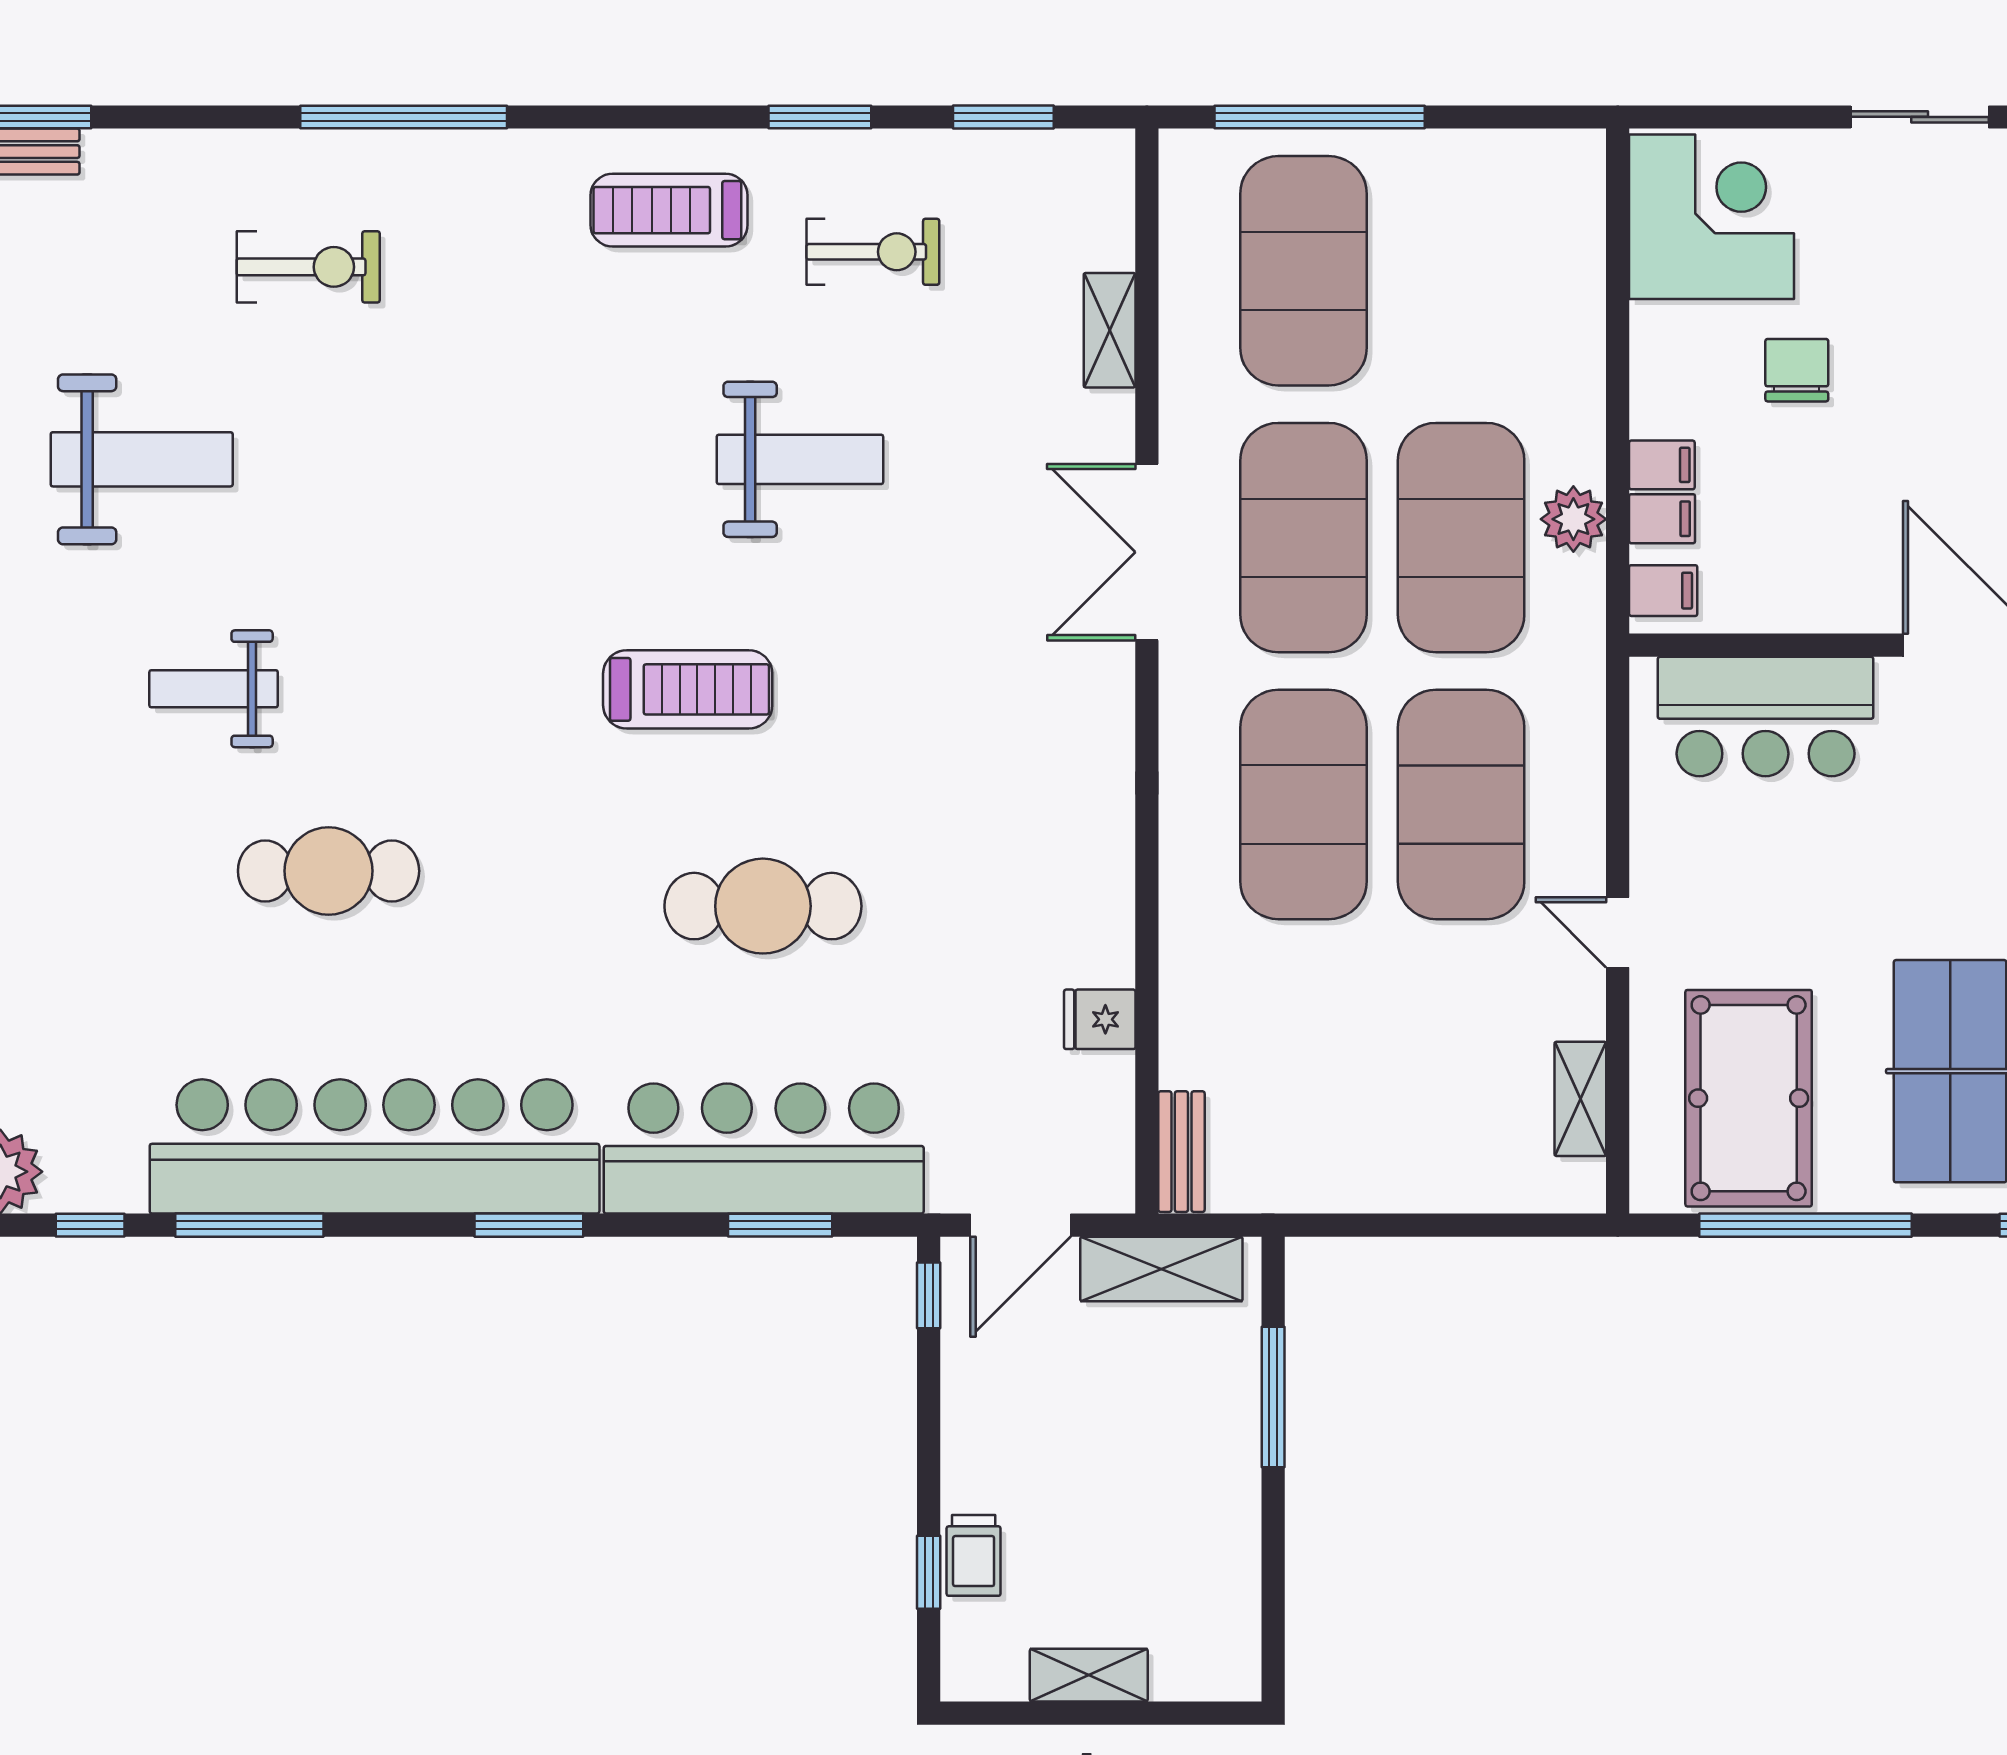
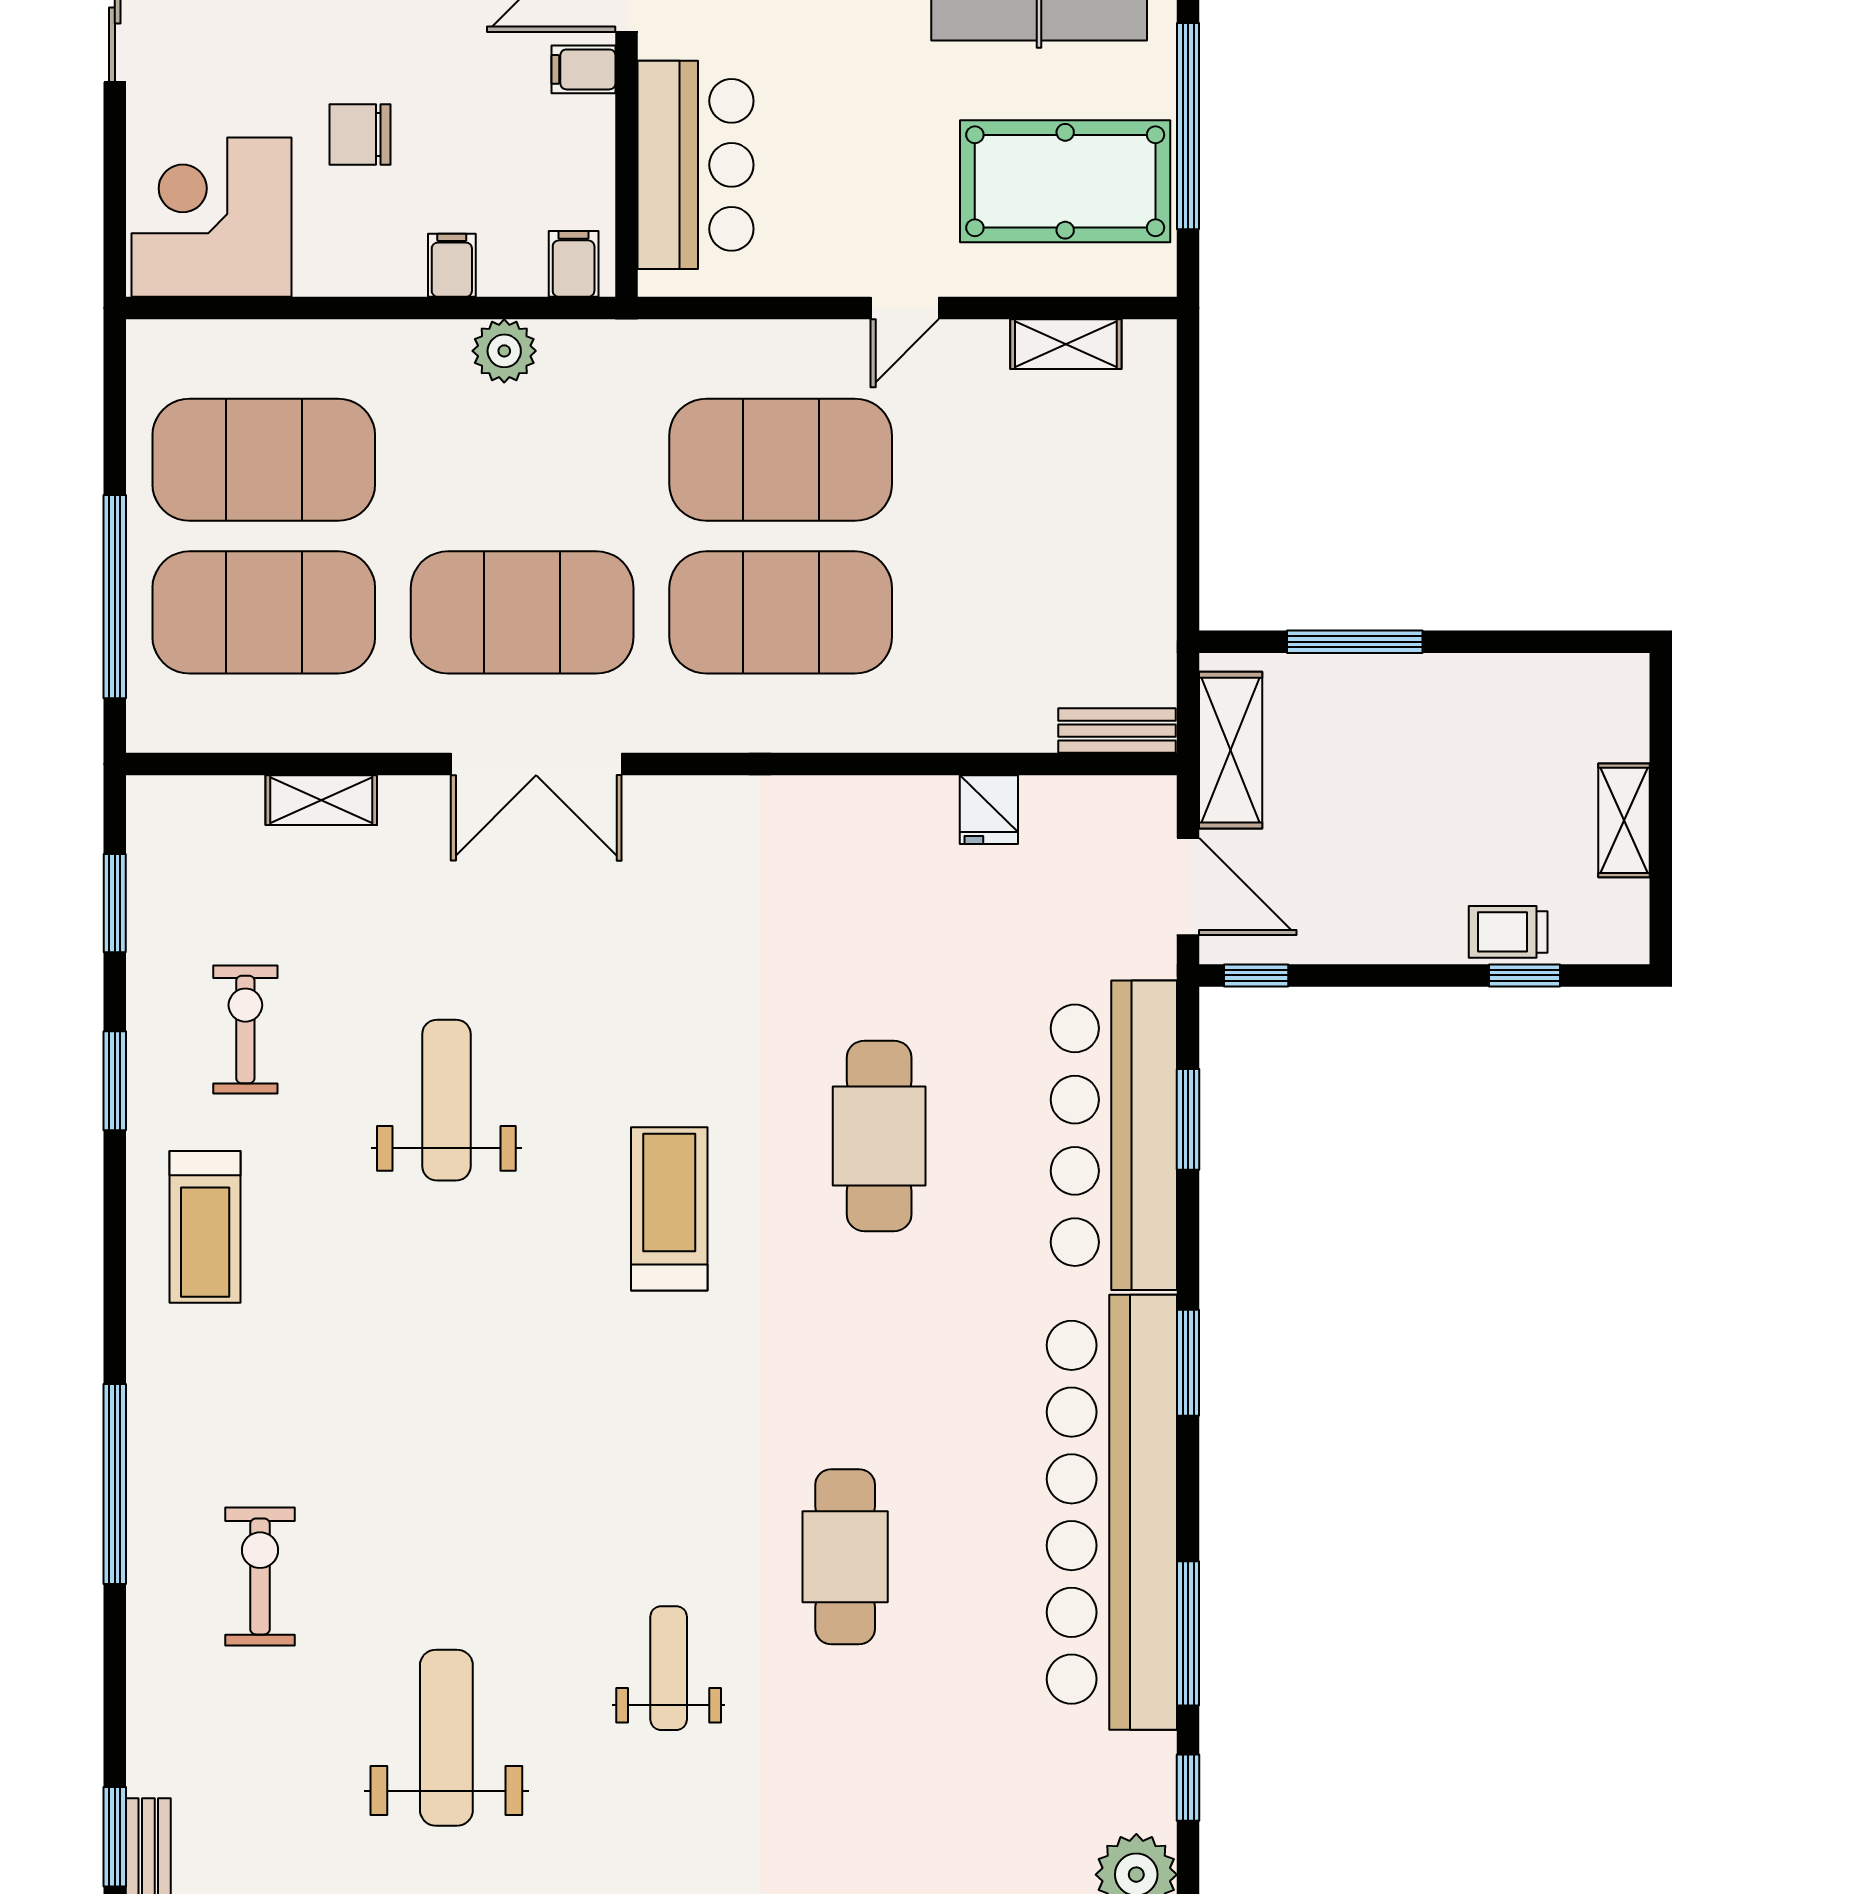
filing cabinet: (1662, 519) -> (583, 69), moved, turned -90
exercise mat: (1461, 538) -> (264, 460), moved
weight bench: (214, 689) -> (669, 1668), turned 180
trolley: (974, 1555) -> (1508, 932), turned 180

